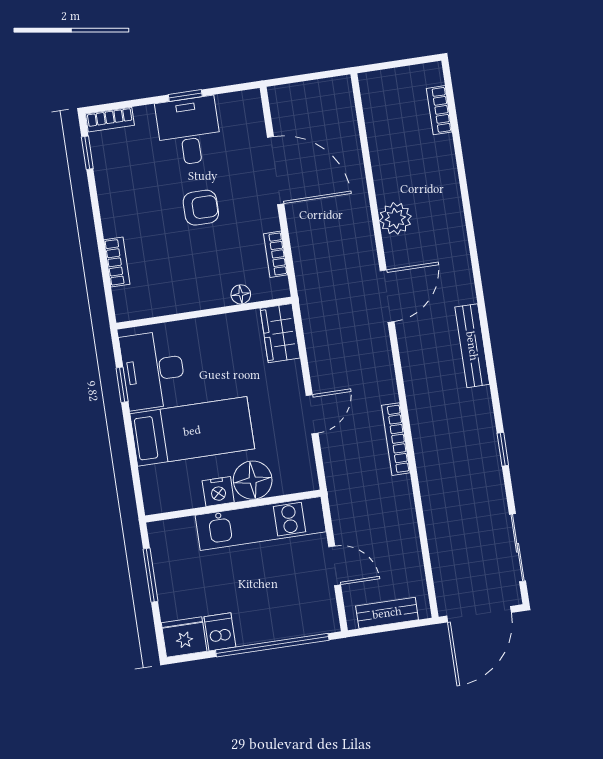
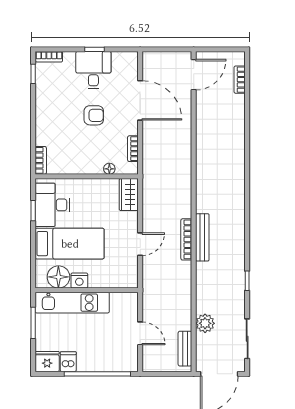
plant: (395, 218) -> (205, 323), moved
bookcase: (117, 262) -> (41, 160), moved
door: (387, 296) -> (194, 75), moved
bench: (472, 346) -> (202, 237), moved
bookcase: (396, 439) -> (186, 239), moved
floor lamp: (253, 480) -> (58, 277), moved
kitchen unit: (261, 523) -> (72, 303), moved
bench: (387, 613) -> (185, 349), moved, turned 90

